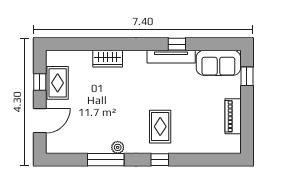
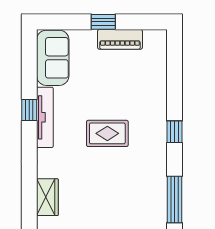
window: (247, 76) -> (103, 22), moved
rug: (160, 127) -> (107, 133), moved
plant: (118, 147) -> (159, 185), removed

